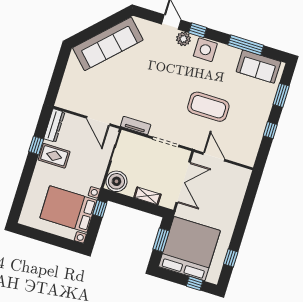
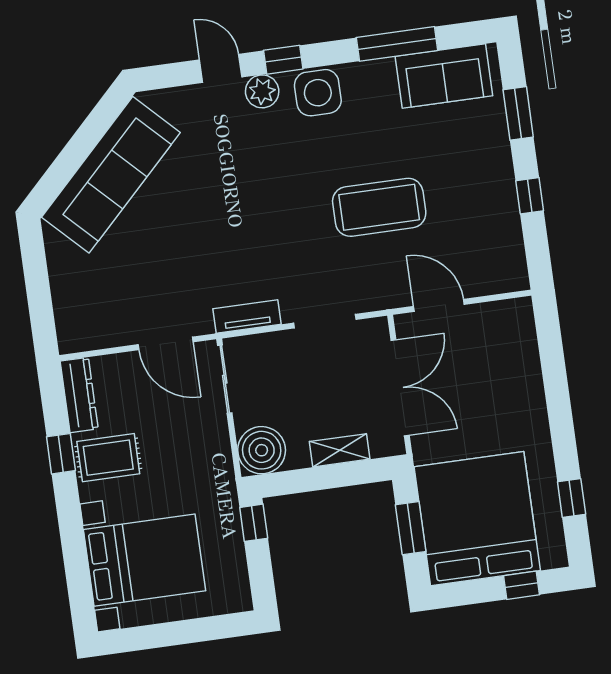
bed with nightstands: (68, 209) -> (145, 560), moved, turned 180

